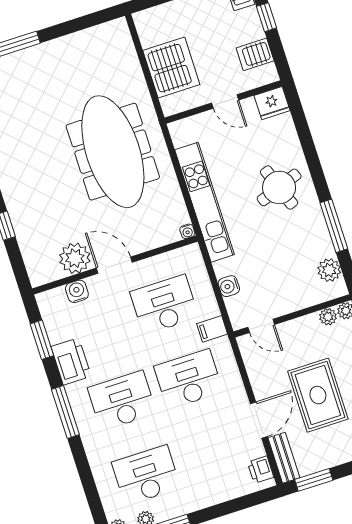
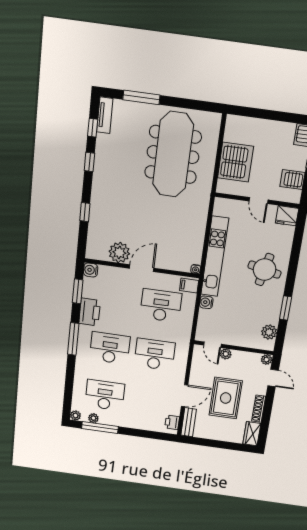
meeting table: (113, 152) -> (173, 155), moved
round table: (279, 187) -> (265, 270), turned 32
window: (334, 226) -> (286, 308), width x0.69
door: (114, 265) -> (142, 268), hinge flipped
water cooler: (229, 286) -> (206, 302), moved
water cooler: (77, 291) -> (91, 270), moved, turned -90
plant: (328, 317) -> (226, 354), moved
filing cabinet: (212, 329) -> (189, 285), moved
window: (314, 480) -> (200, 441), removed

